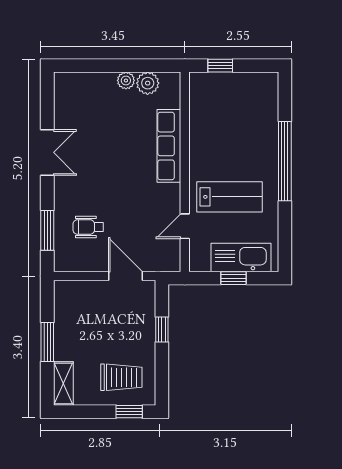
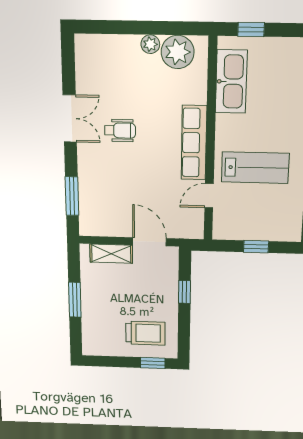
plant: (148, 83) -> (178, 52), width x1.36, depth x1.36
row of seats: (169, 146) -> (194, 143), moved
wheelchair: (88, 227) -> (120, 130), moved, turned 180
kitchen sink: (241, 258) -> (231, 82), moved, turned 90
shelving: (63, 383) -> (111, 254), moved, turned 90

